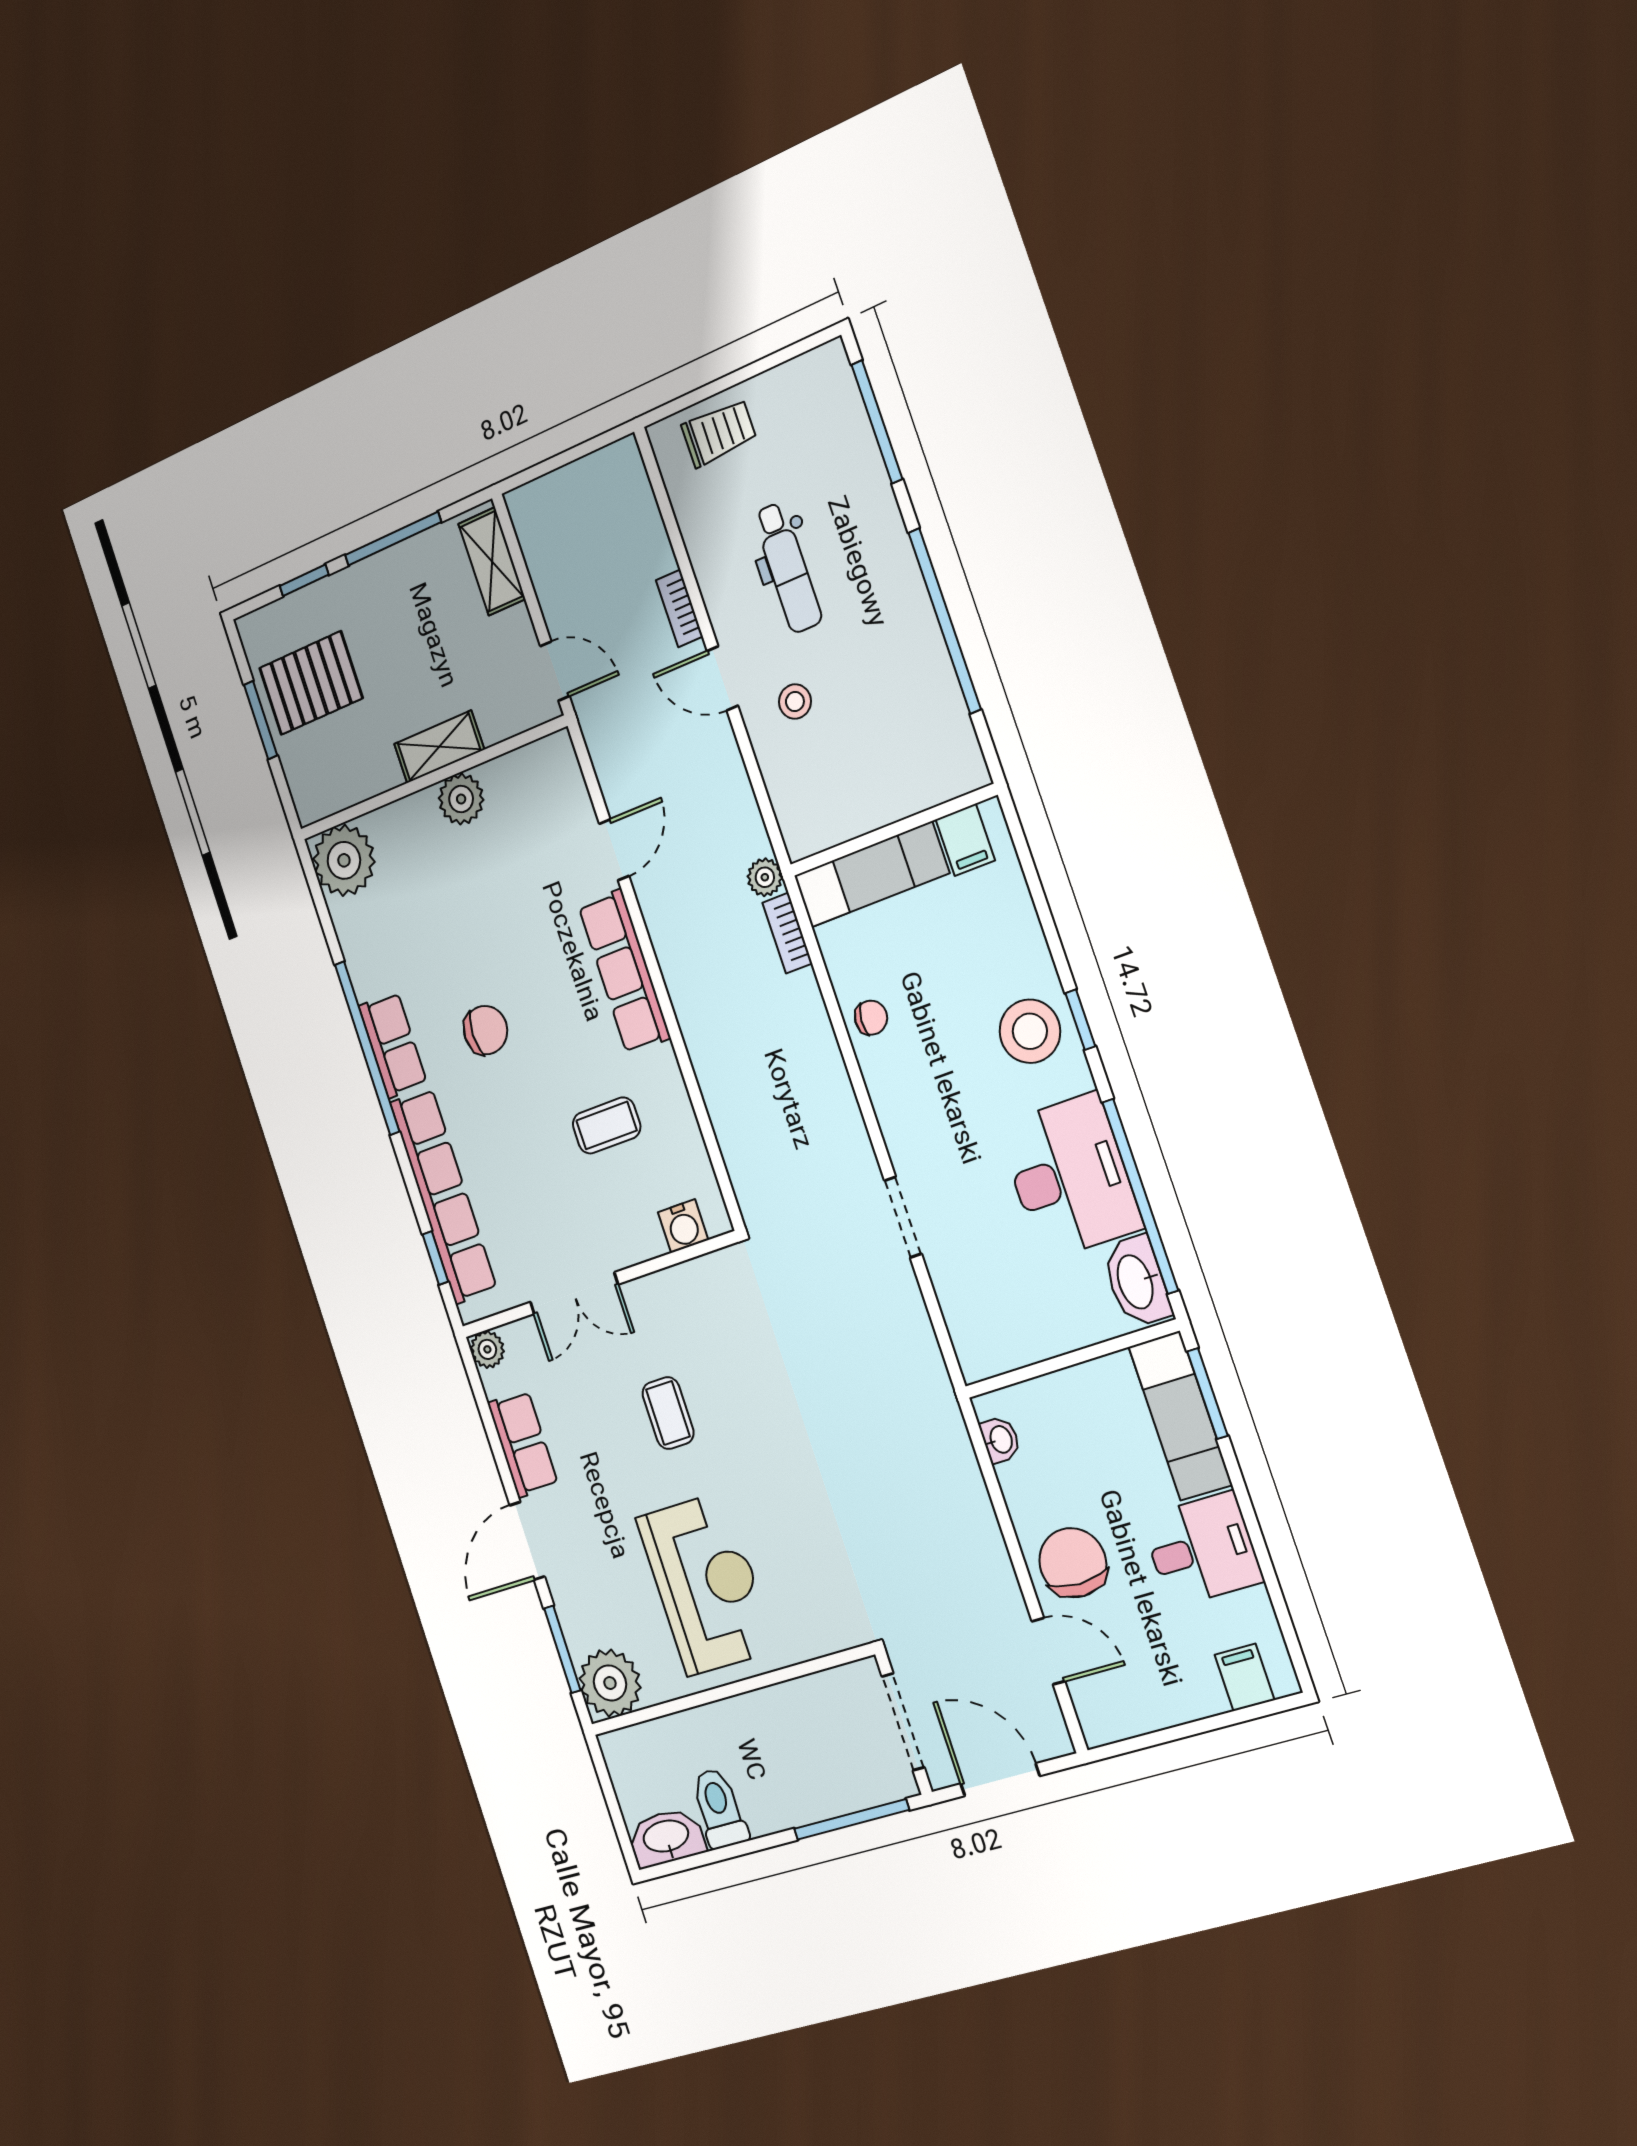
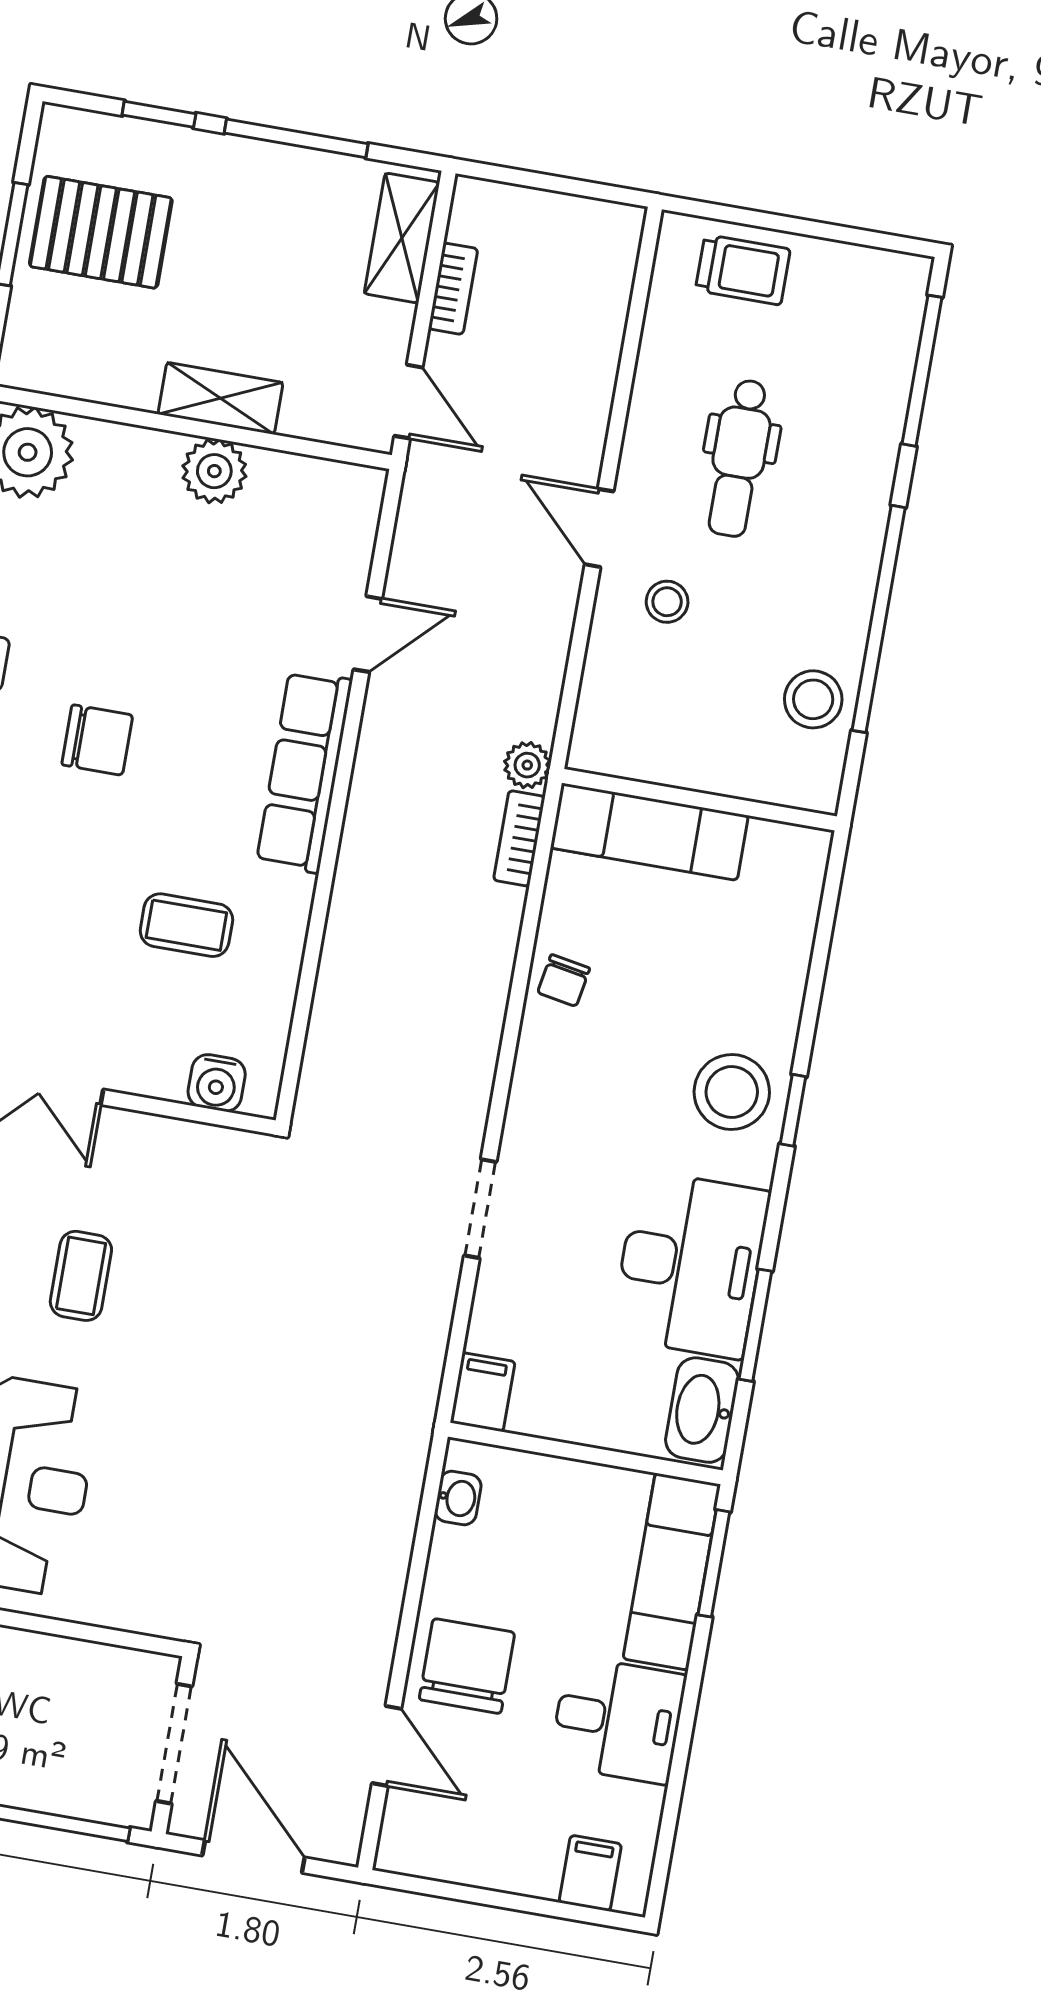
bookcase: (679, 608) -> (453, 289), moved, turned 180
stool: (931, 708) -> (813, 699), added
filing cabinet: (965, 840) -> (483, 1392), moved, turned 180
chair: (871, 1018) -> (564, 980), turned 96
window: (1140, 1196) -> (755, 1325), width x0.47

